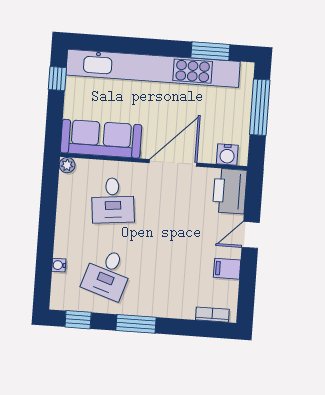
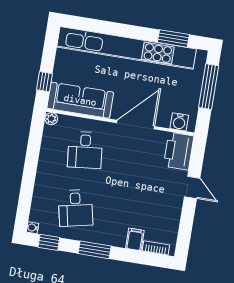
window: (57, 79) -> (44, 82), moved
door: (251, 235) -> (192, 187), swing flipped
water cooler: (59, 265) -> (33, 228), moved
filing cabinet: (227, 269) -> (135, 239), moved, turned 90
desk: (107, 274) -> (76, 208), turned -30

